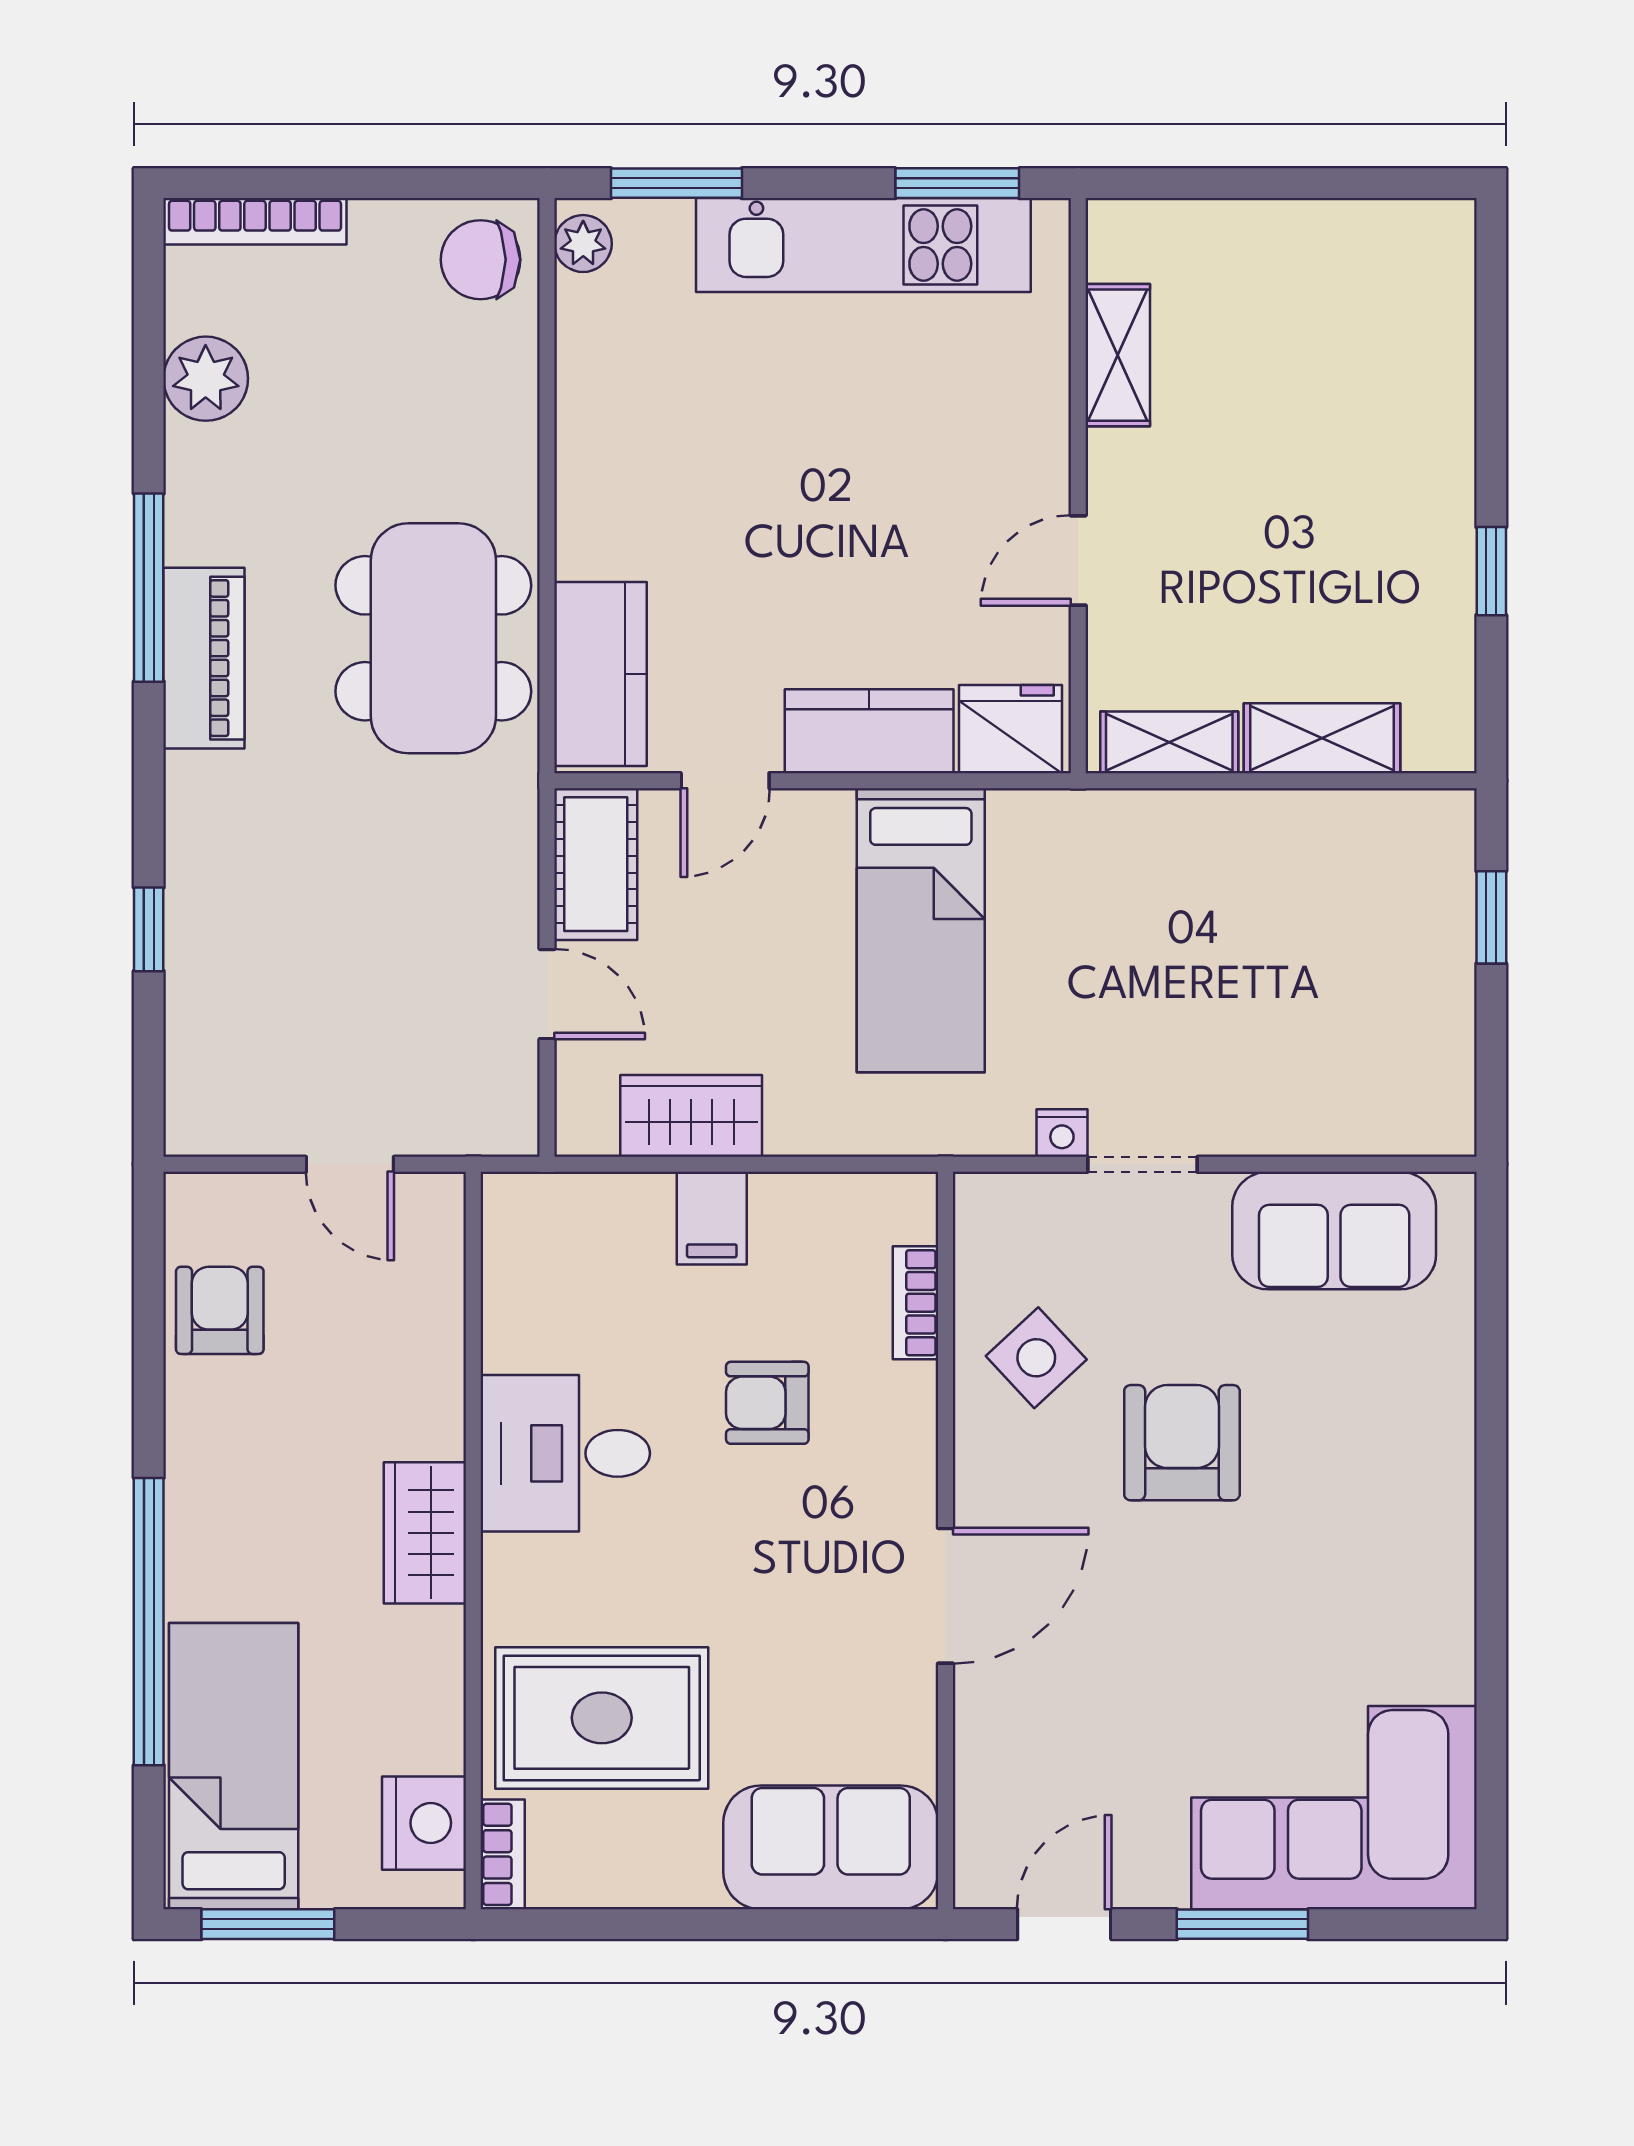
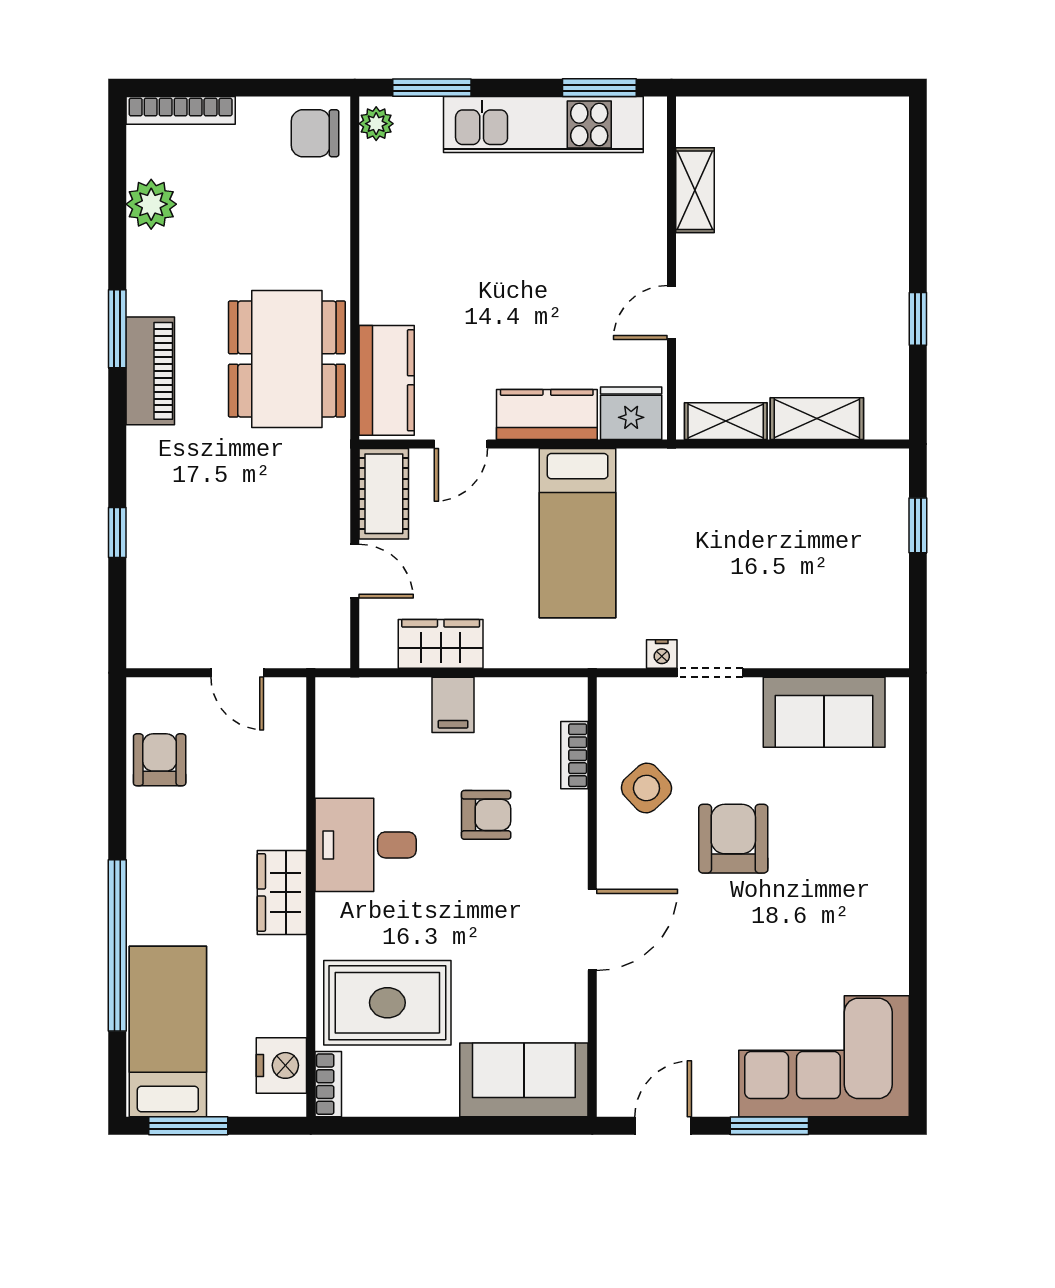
window: (149, 588) -> (117, 329), width x0.69
armchair: (767, 1403) -> (486, 815), turned 180

